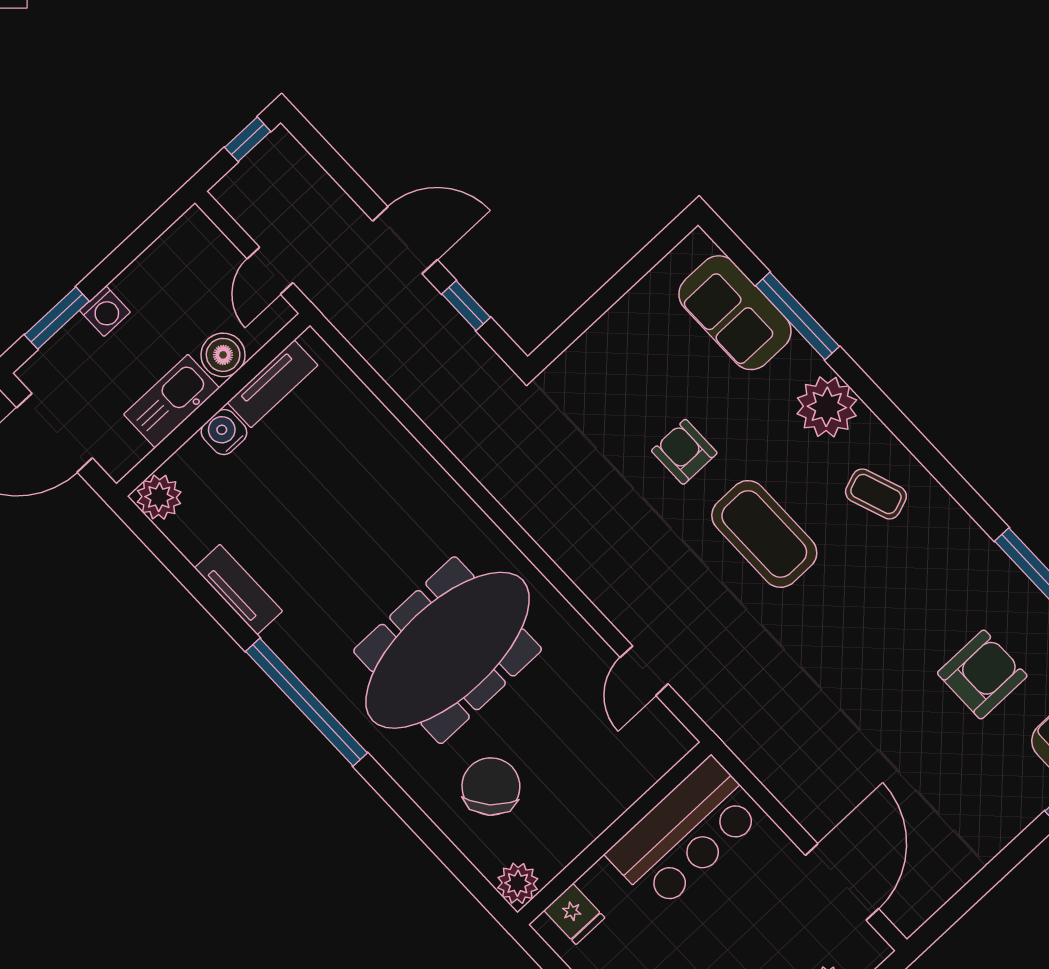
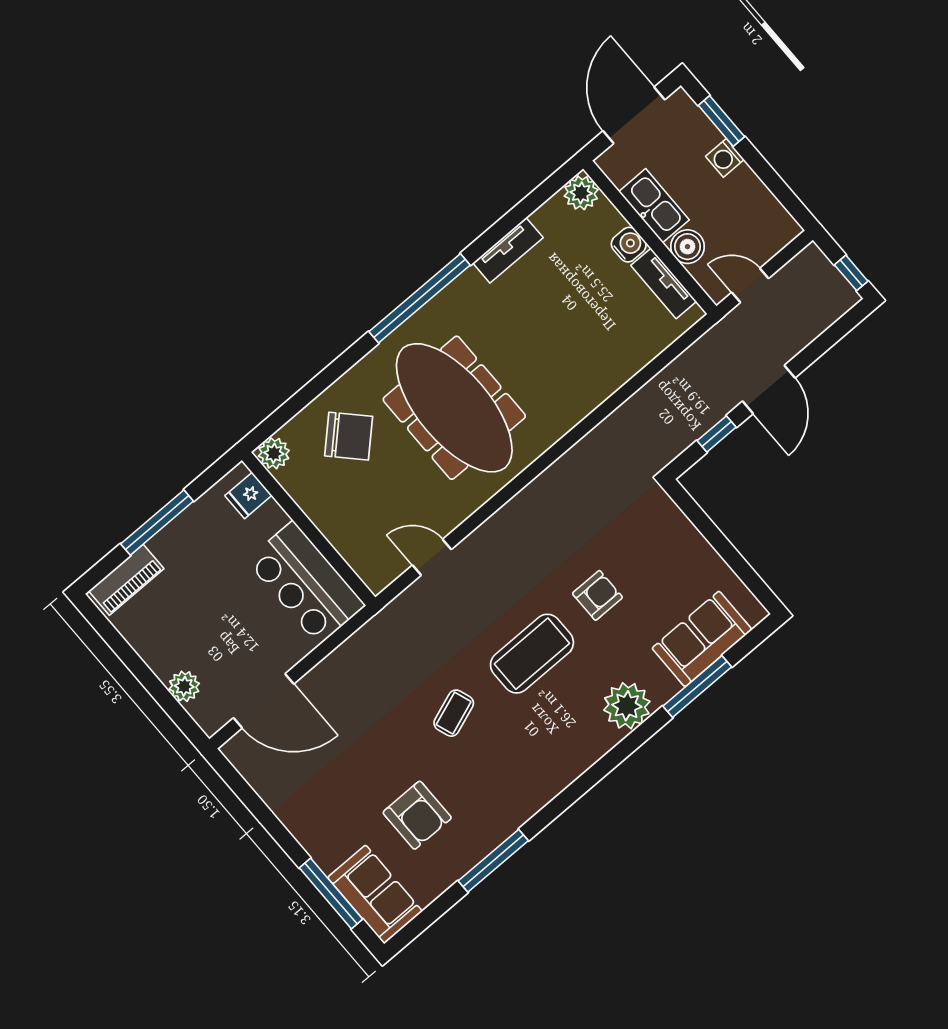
coffee table: (876, 494) -> (454, 713), moved

